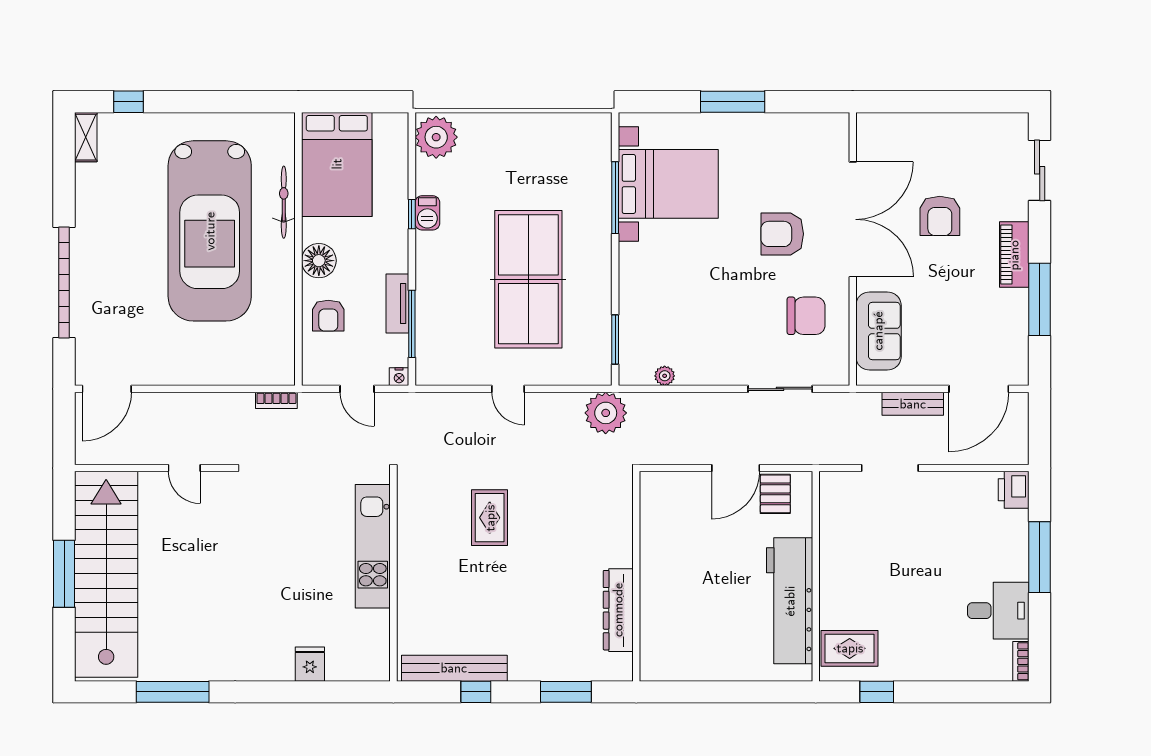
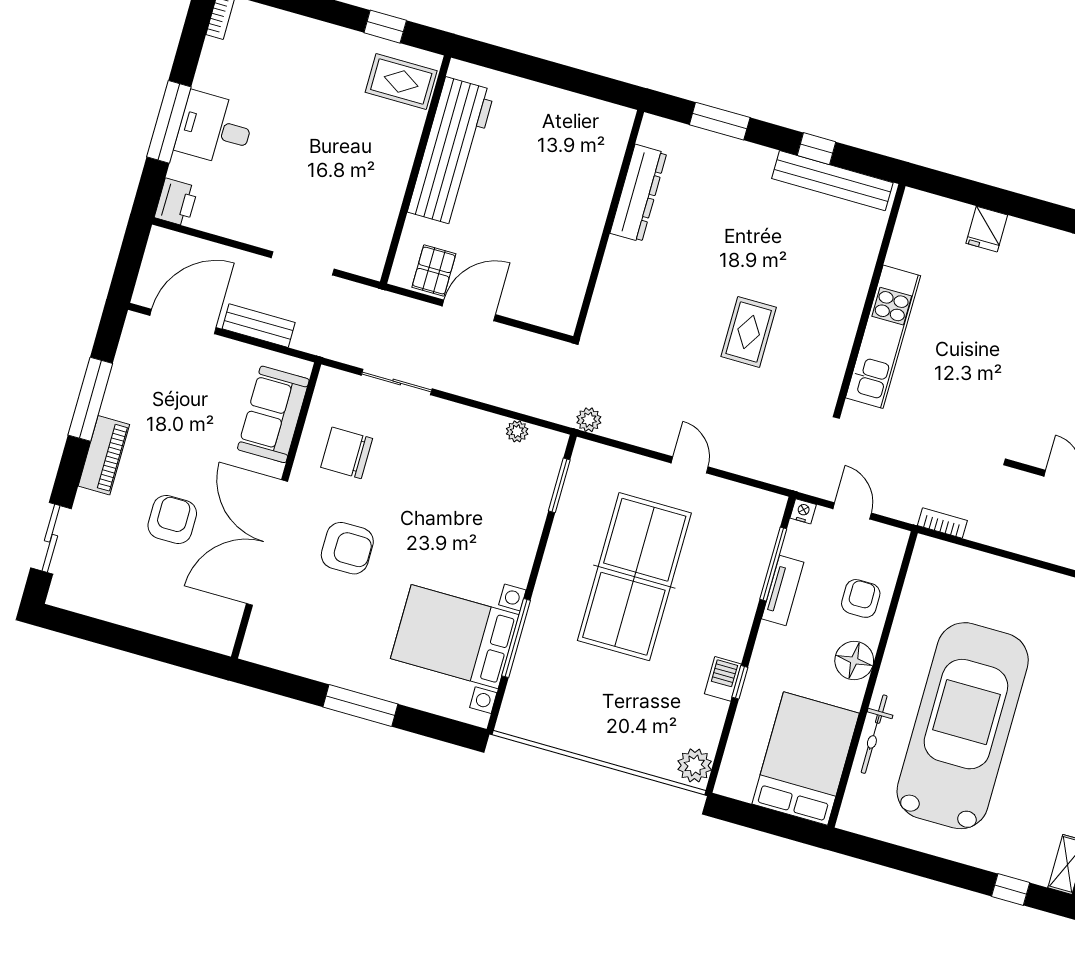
plant: (436, 137) -> (695, 765), width x0.73, depth x0.73
plant: (606, 413) -> (589, 420), width x0.53, depth x0.53
desk: (998, 611) -> (215, 129), moved

